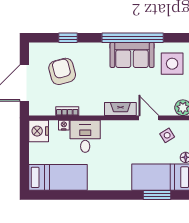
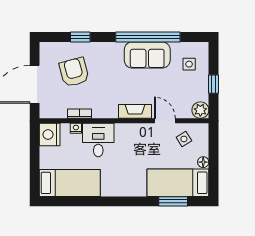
side table: (172, 64) -> (189, 64), width x0.54, depth x0.54

